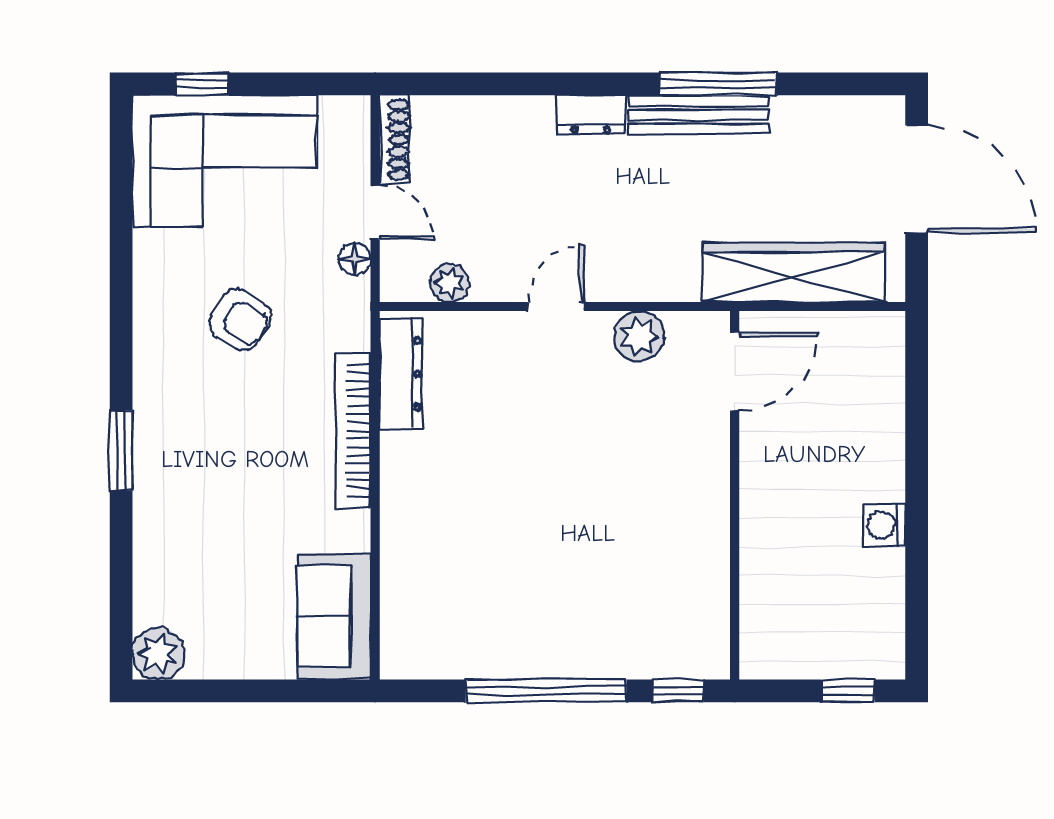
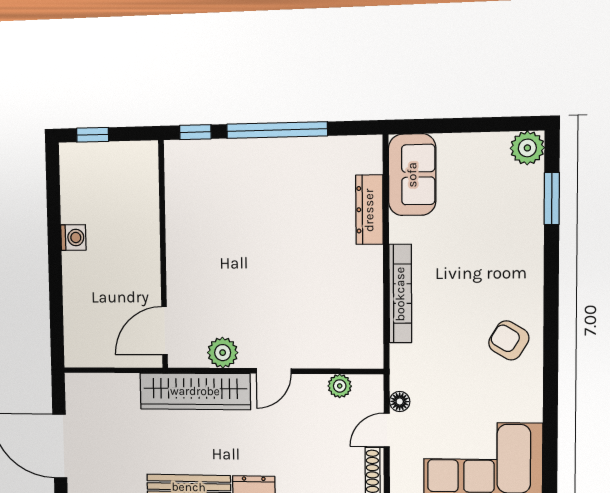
door: (375, 213) -> (387, 430), hinge flipped
wardrobe: (793, 272) -> (195, 391), moved
armchair: (240, 320) -> (509, 340), moved
dresser: (401, 374) -> (369, 210), moved
window: (121, 450) -> (552, 199), moved

